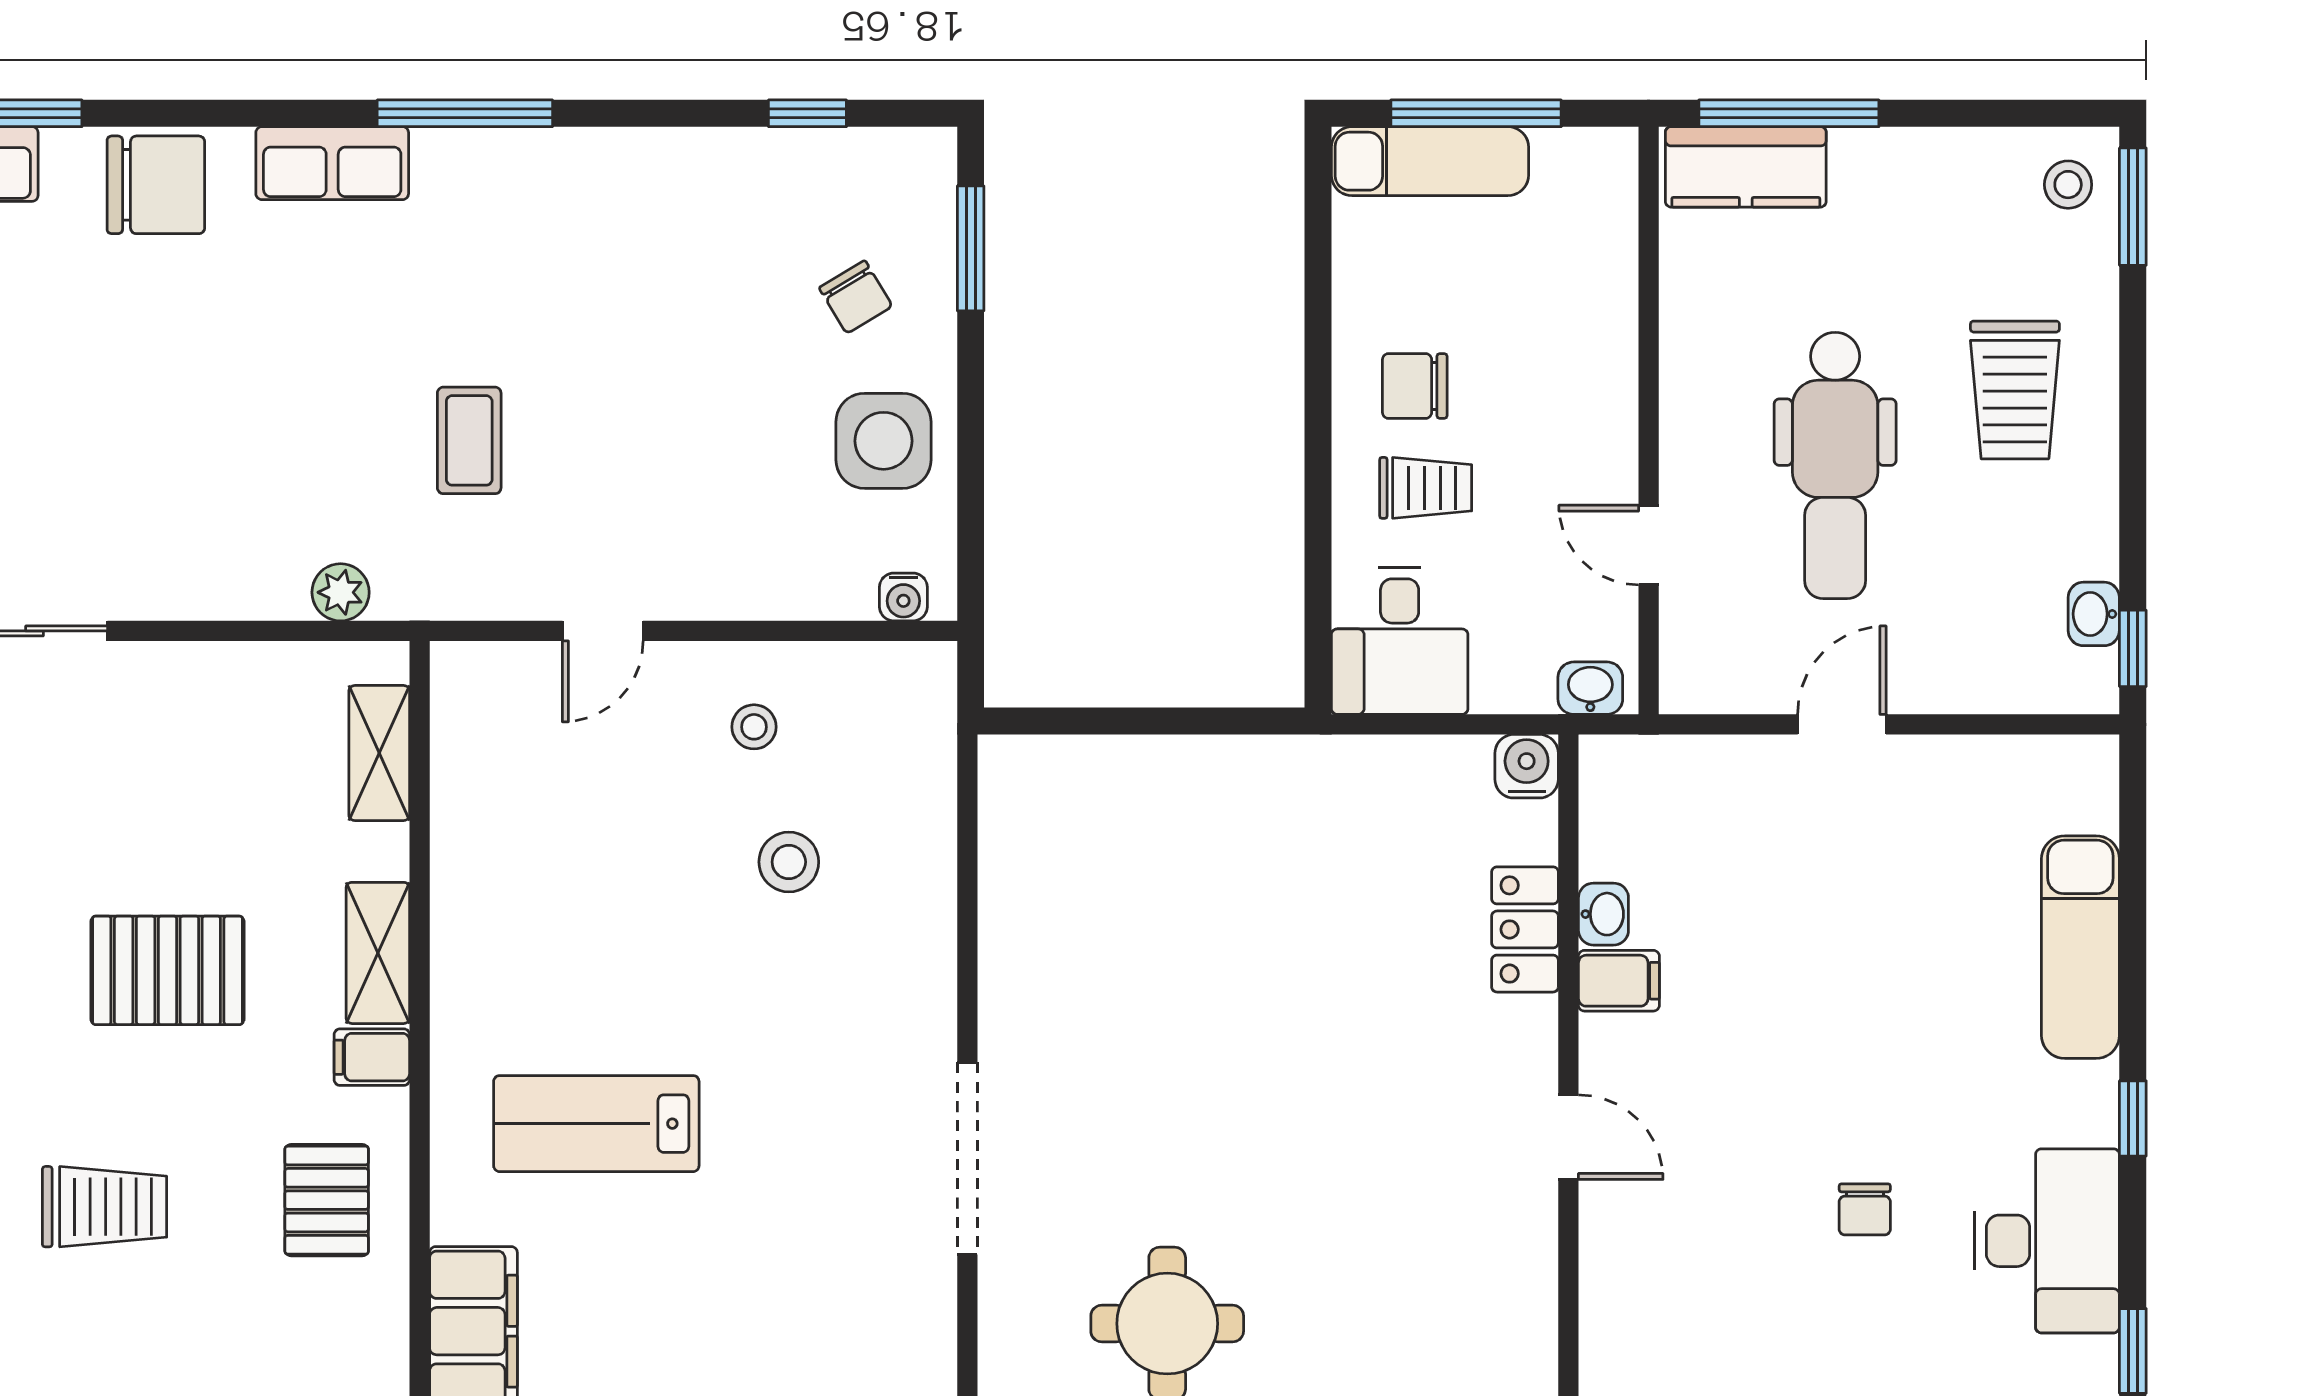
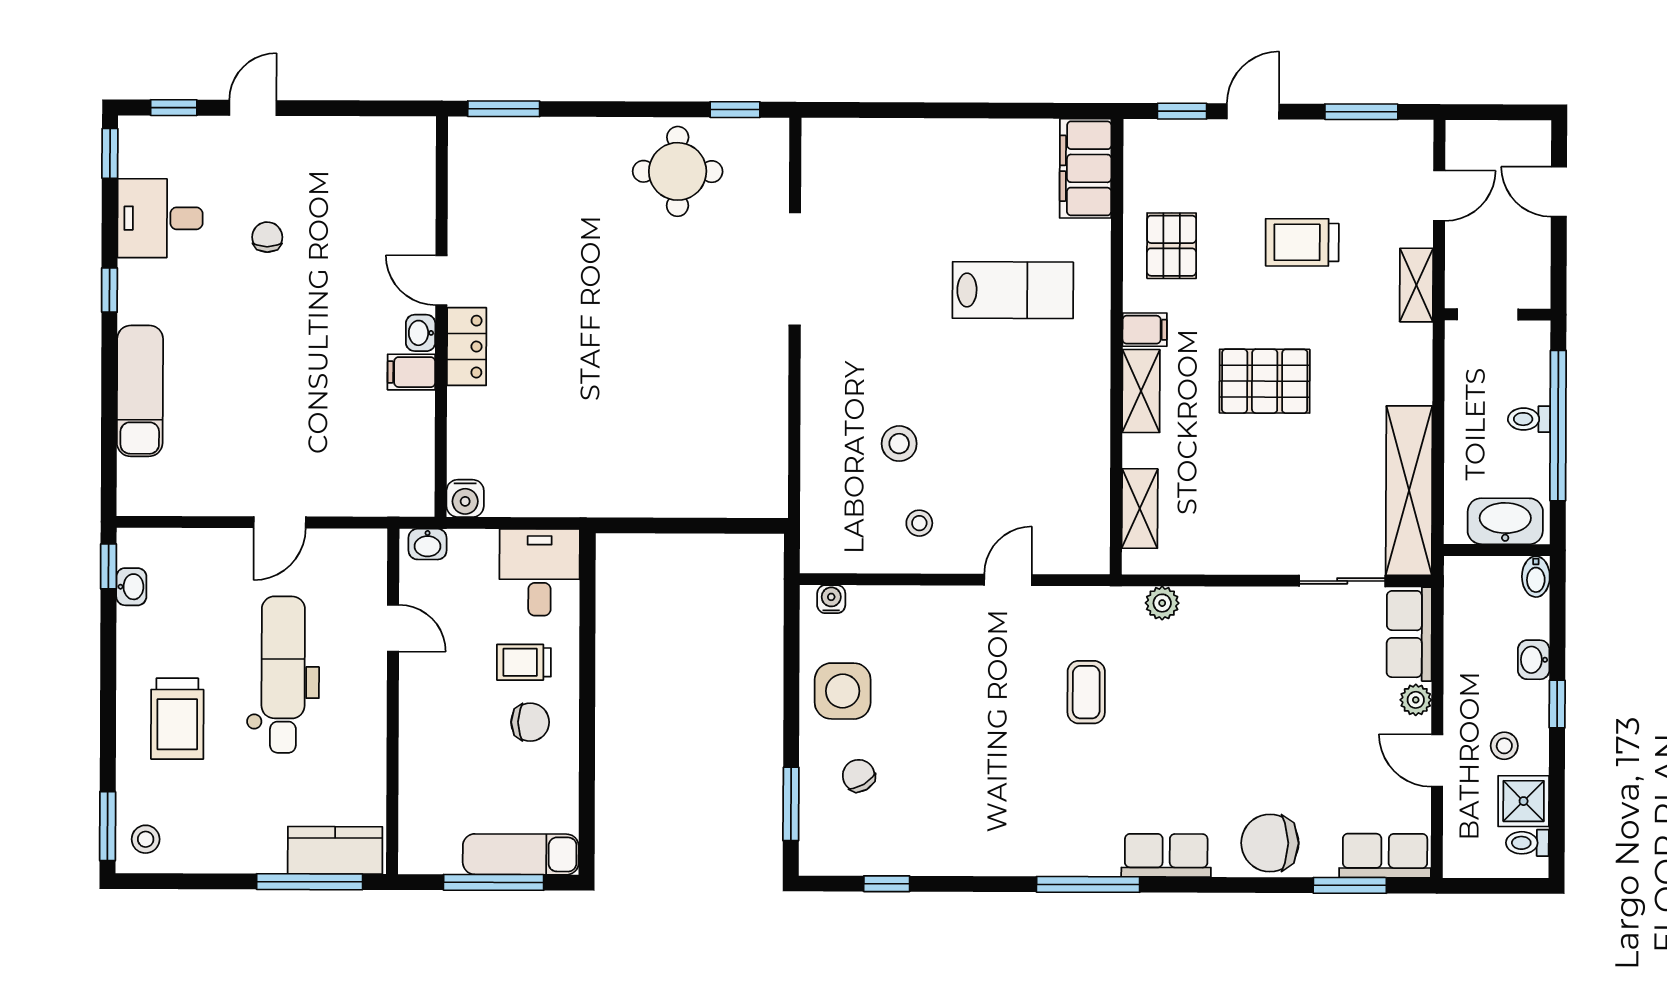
trolley: (2015, 390) -> (177, 719), turned 180
washbasin: (1603, 914) -> (421, 333), moved
locker: (1525, 929) -> (467, 347), moved
desk: (2047, 1241) -> (160, 218), width x0.73

